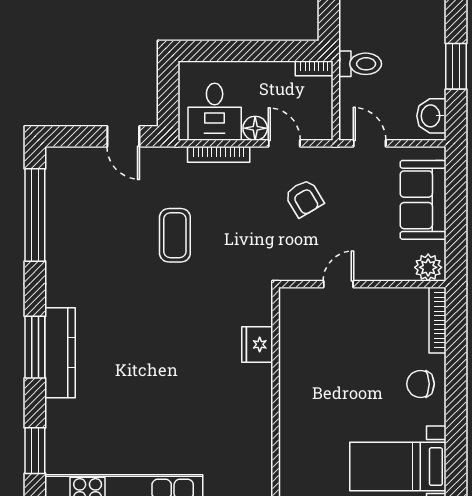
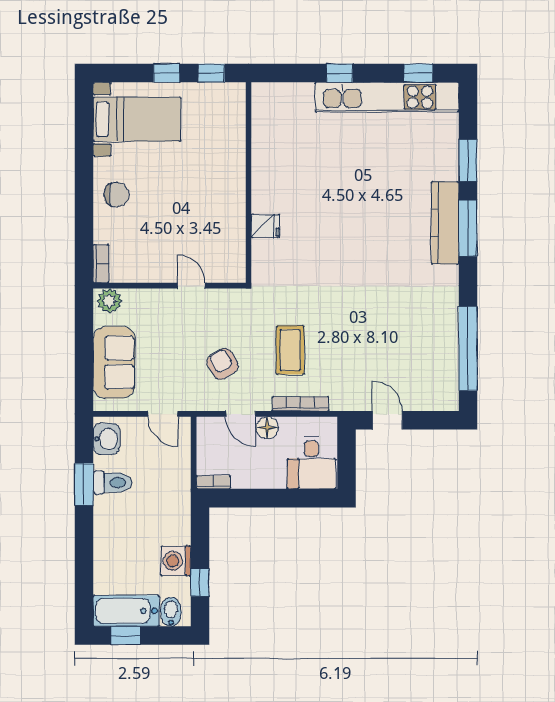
toilet: (360, 64) -> (113, 483), moved, turned 180
desk: (215, 112) -> (311, 463), moved, turned 180
coffee table: (175, 235) -> (290, 350), moved
door: (338, 284) -> (191, 286), swing flipped
bookcase: (438, 320) -> (101, 264), width x0.64
fridge: (257, 344) -> (265, 226), width x0.72
window: (35, 451) -> (468, 160), moved

